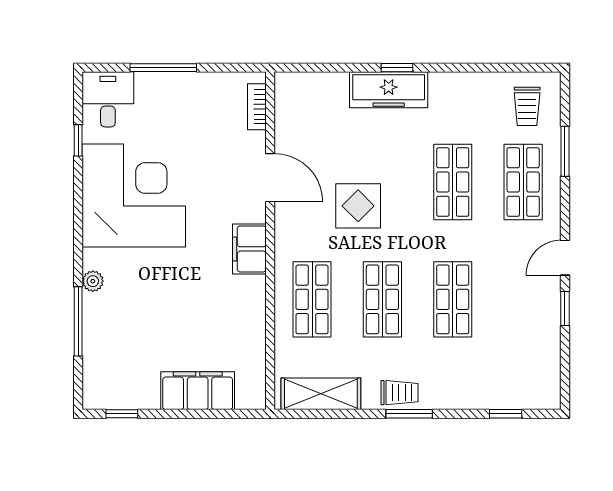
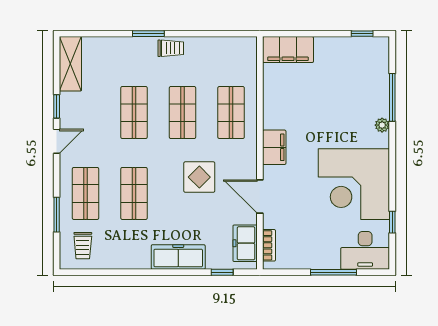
window: (397, 68) -> (222, 272), moved
desk: (108, 99) -> (365, 250), width x1.37
trolley: (527, 106) -> (83, 246), turned 180
freezer: (292, 110) -> (245, 243), added
filing cabinet: (198, 391) -> (288, 50), moved
trolley: (399, 393) -> (171, 48), turned 180
shelving: (321, 394) -> (70, 64), moved, turned 90
window: (409, 414) -> (148, 34), moved
window: (506, 414) -> (98, 34), removed

